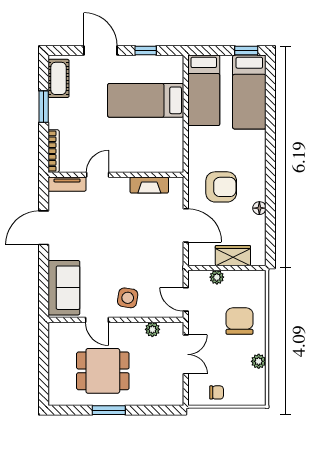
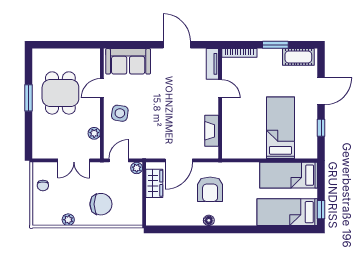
floor lamp: (259, 208) -> (209, 220), moved
wardrobe: (233, 256) -> (154, 183), moved
plant: (217, 277) -> (137, 168), moved

